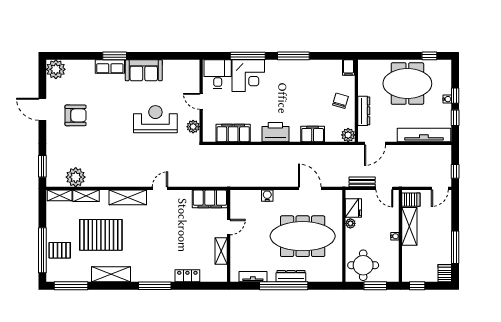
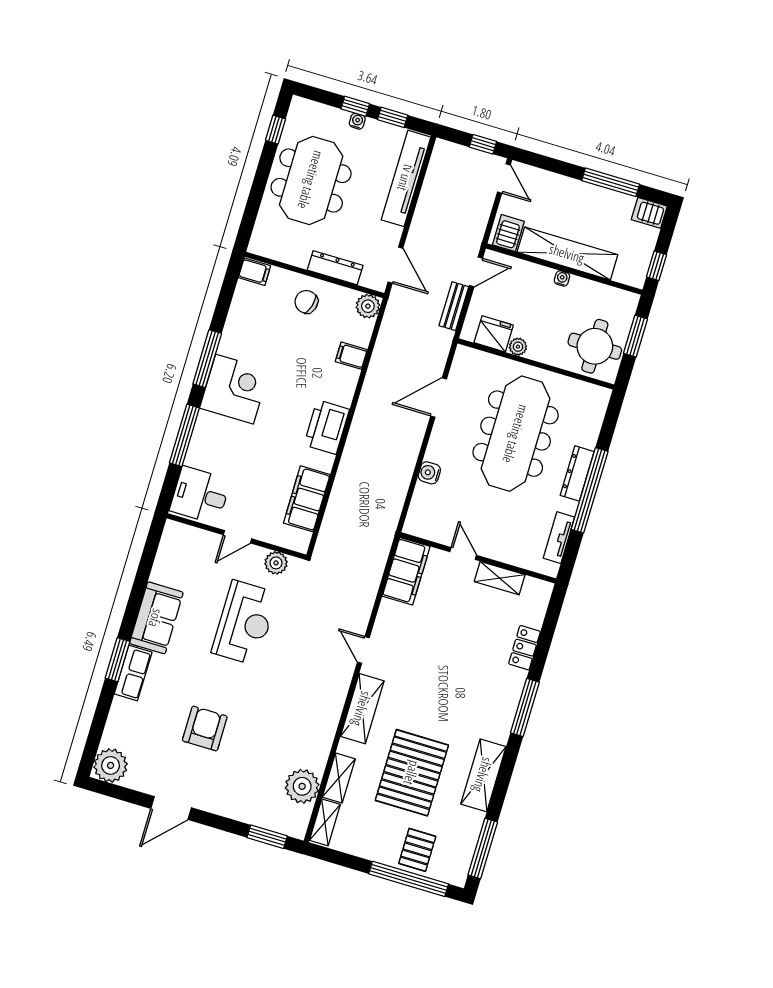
corner desk: (248, 76) -> (234, 389), moved
armchair: (76, 115) -> (205, 728), moved
reception desk: (155, 119) -> (245, 623), turned 180
filing cabinet: (313, 134) -> (351, 356), width x0.50
shelving: (409, 226) -> (567, 253), width x1.47

